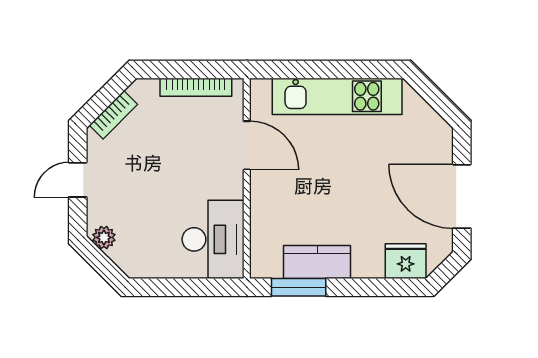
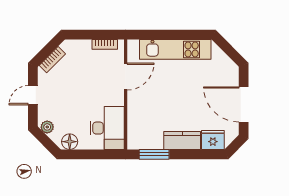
bookcase: (196, 87) -> (105, 44), width x0.64
door: (247, 145) -> (126, 76), hinge flipped
kitchen counter: (317, 262) -> (182, 140), moved
floor lamp: (145, 264) -> (70, 142), added

